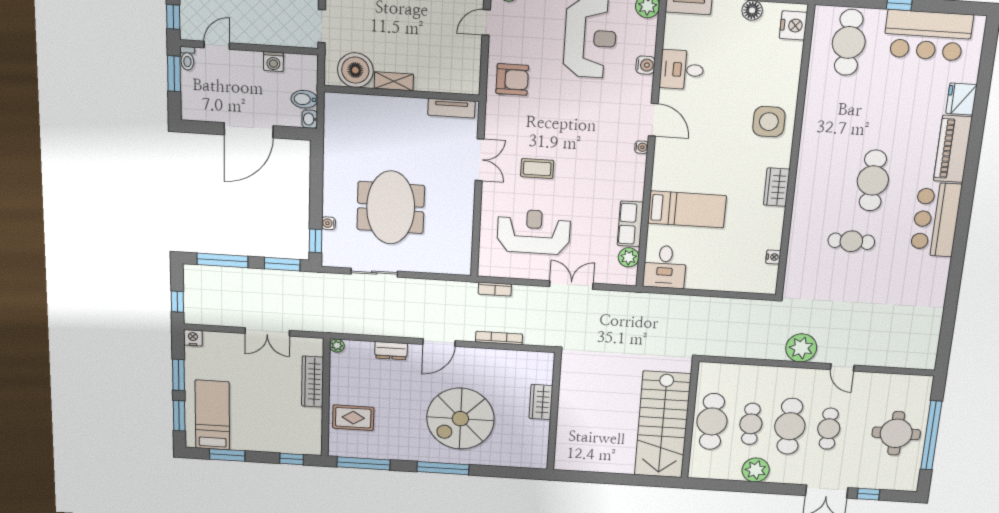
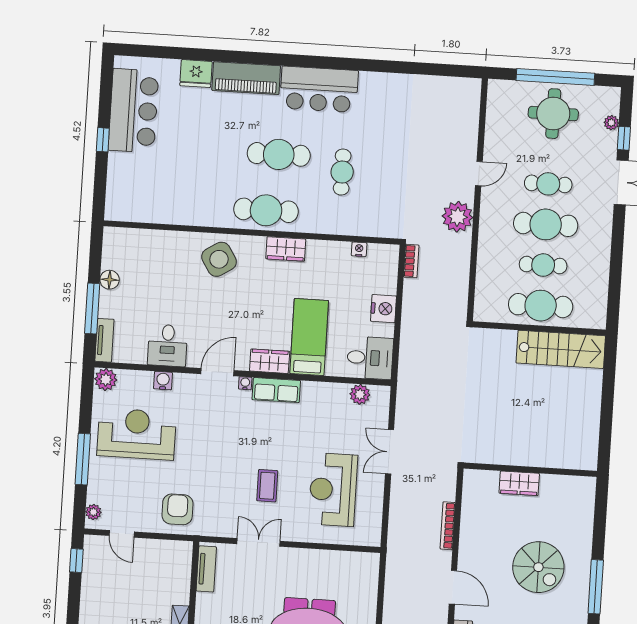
nightstand: (793, 25) -> (383, 309), moved, turned 90
cafe table: (849, 42) -> (266, 210), moved
side table: (769, 122) -> (219, 259), turned -32
wardrobe: (663, 171) -> (270, 361), added
row of seats: (630, 224) -> (276, 390), moved
bookcase: (495, 289) -> (411, 261), moved
spiral stairs: (460, 419) -> (538, 567), width x0.73, depth x0.73
stairs: (663, 425) -> (561, 349), width x0.73, depth x0.66
plant: (756, 470) -> (611, 123), moved, width x0.53, depth x0.53

